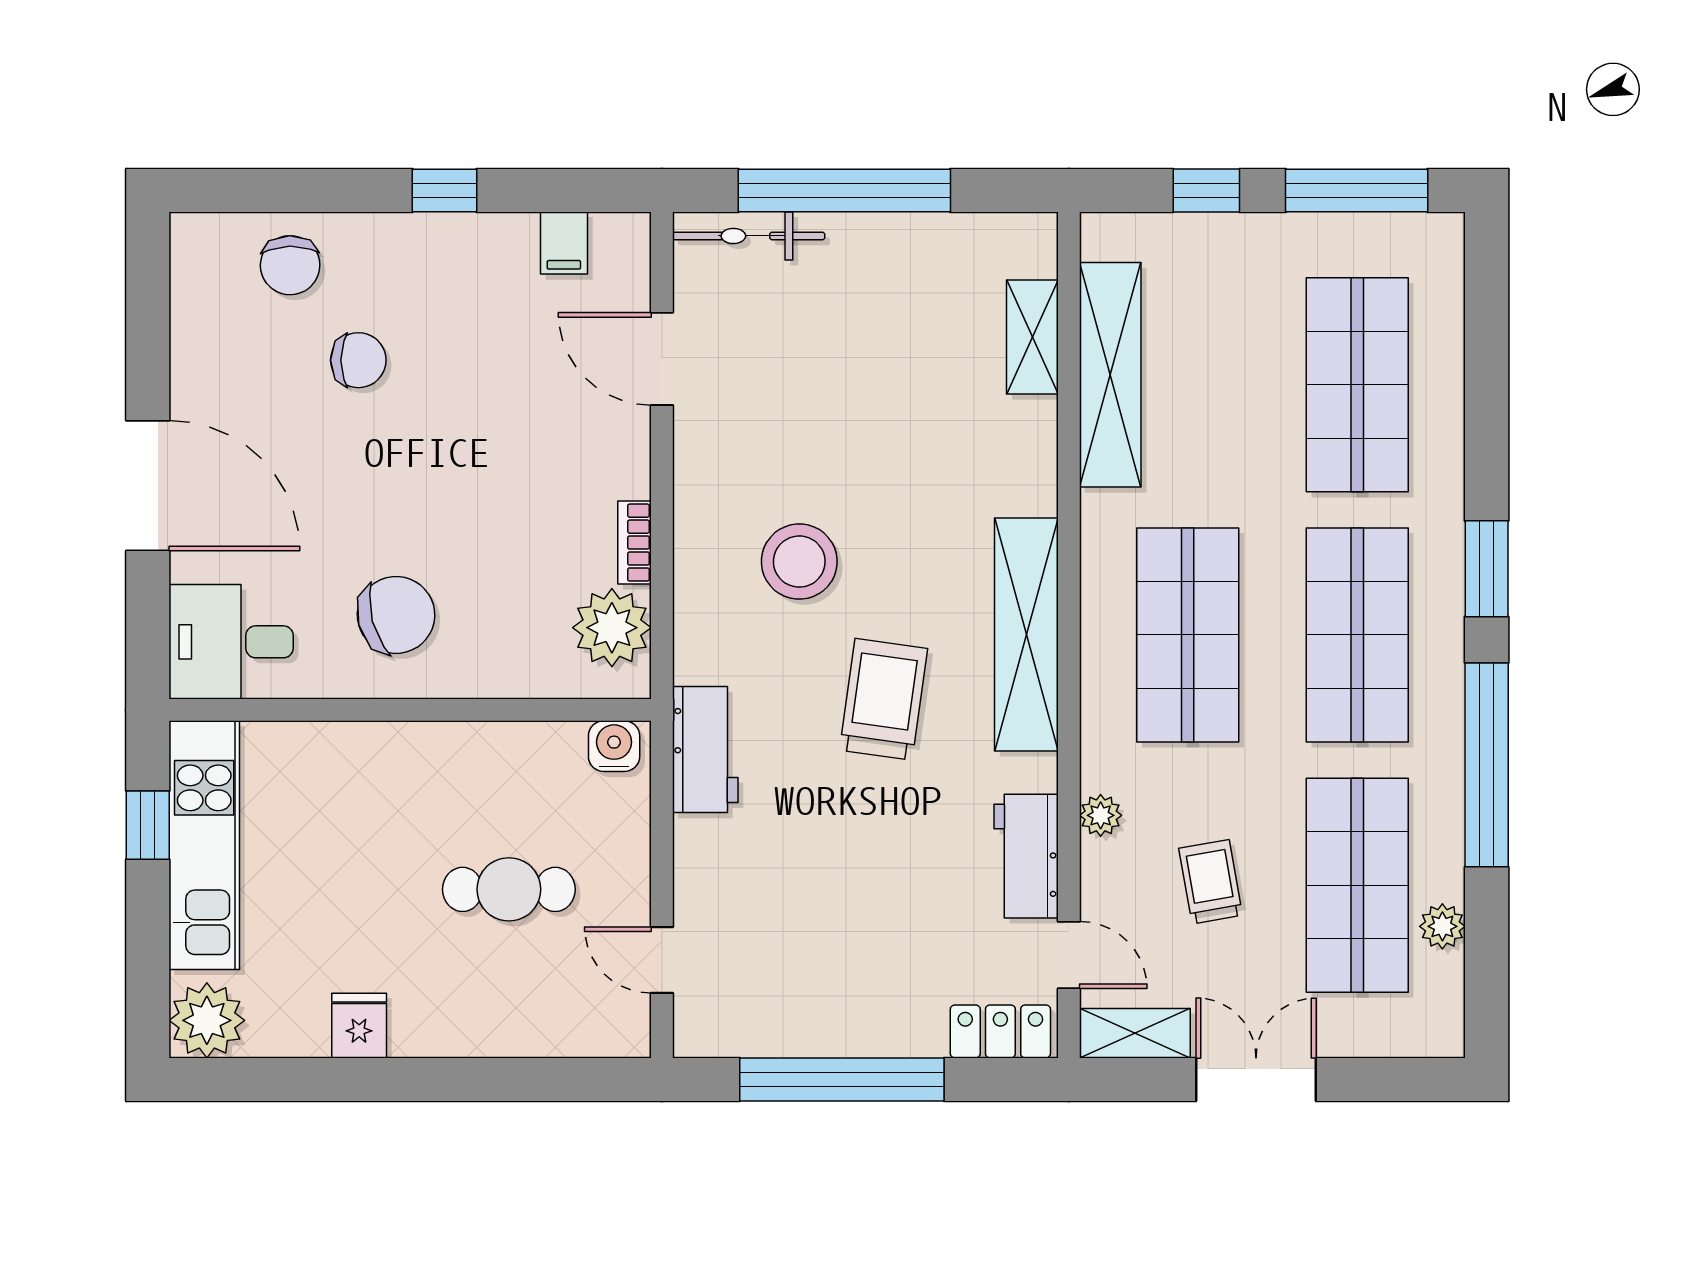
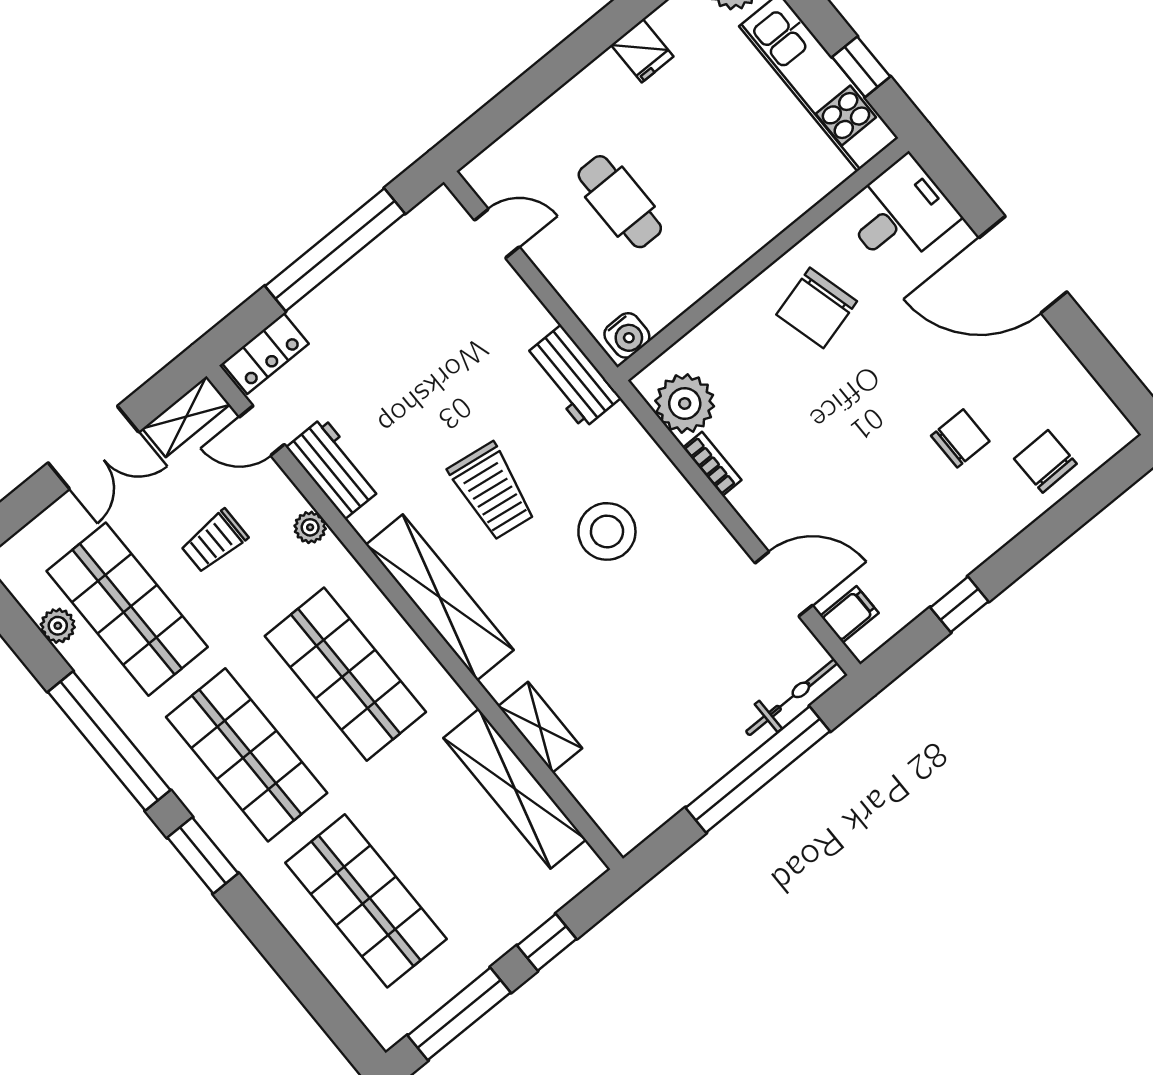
window: (445, 190) -> (959, 604), moved
filing cabinet: (564, 243) -> (849, 614), moved, turned 90
shelving: (1032, 337) -> (540, 727), moved
chair: (358, 360) -> (960, 438), turned 180
trolley: (1211, 882) -> (214, 541), turned 100
cafe table: (509, 889) -> (620, 202), turned 90

